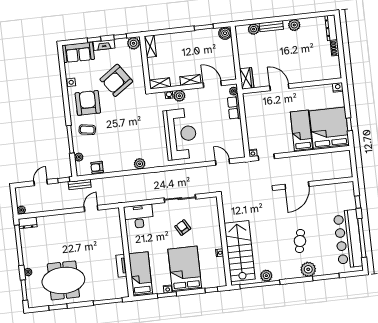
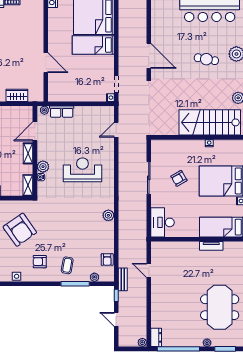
wardrobe: (247, 78) -> (17, 95), moved
door: (279, 87) -> (46, 63), swing flipped
armchair: (88, 103) -> (40, 262), width x0.53, depth x0.53
reception desk: (181, 134) -> (82, 170), width x0.74, depth x0.77

